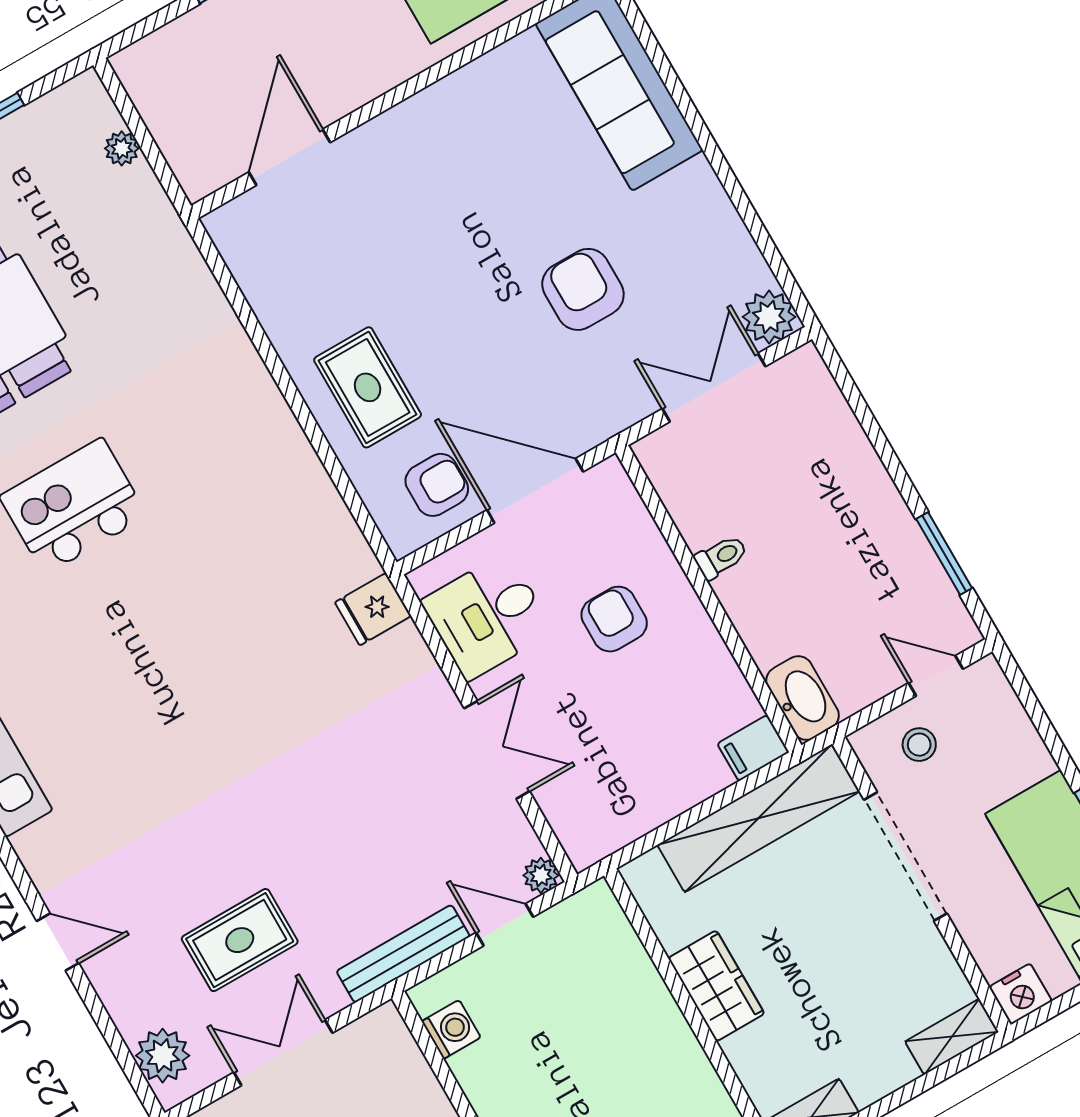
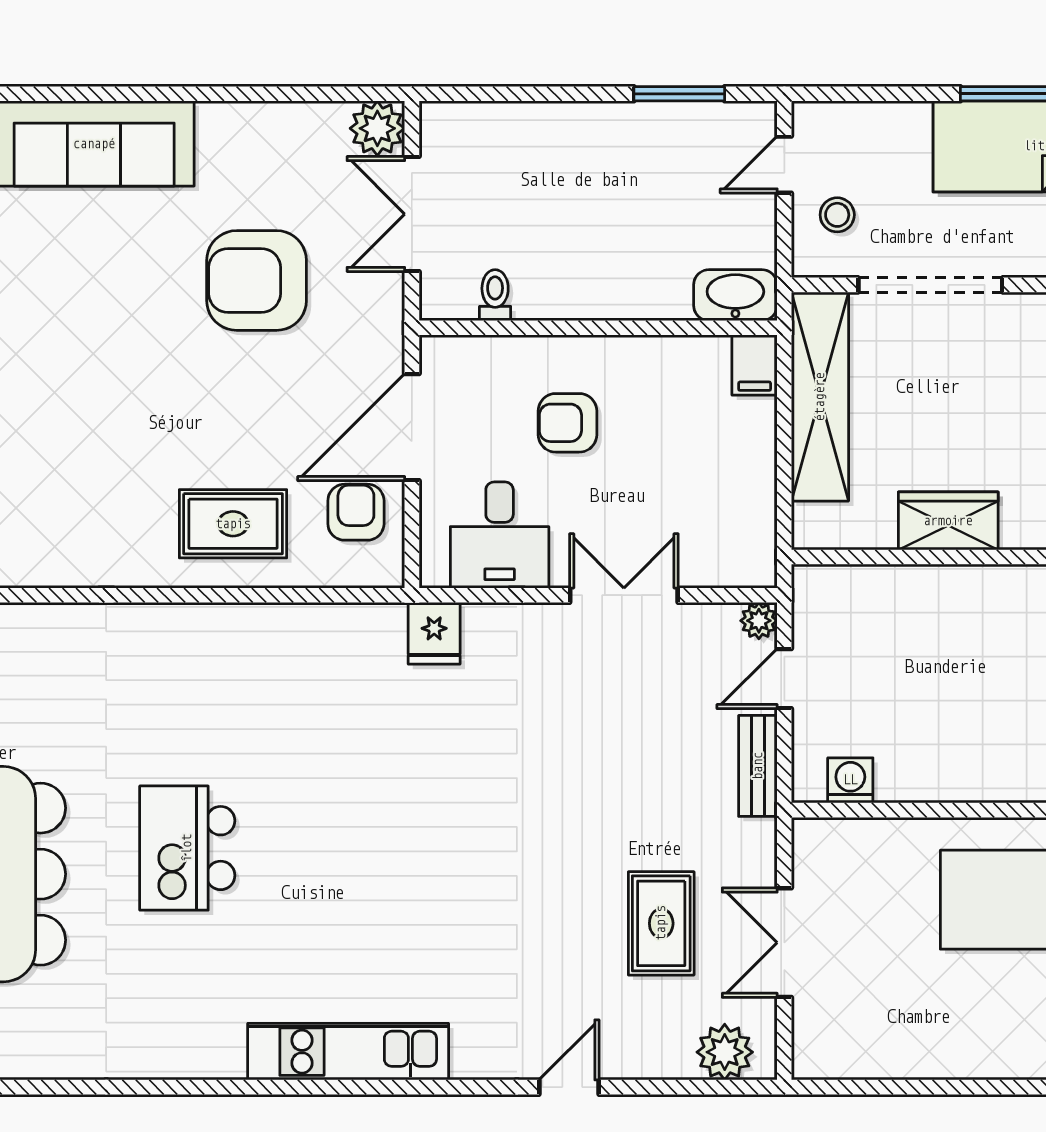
armchair: (583, 289) -> (257, 280), width x1.36, depth x1.36
toilet: (721, 557) -> (495, 295), moved
bench: (403, 954) -> (758, 766), width x0.73

